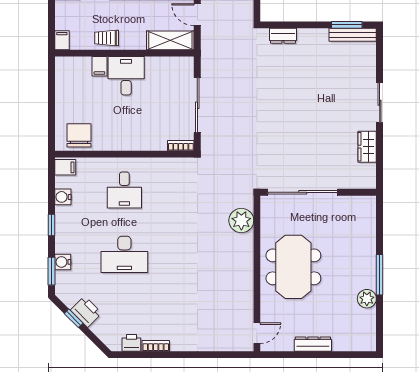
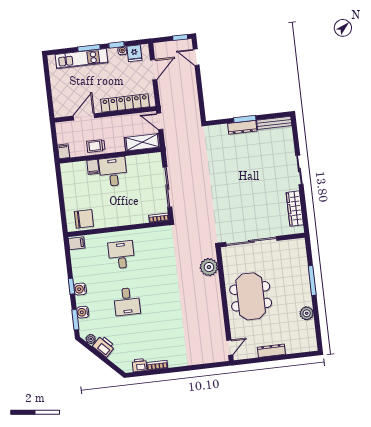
window: (347, 25) -> (245, 119), moved
dresser: (283, 36) -> (242, 127), moved, width x1.44
chair: (79, 135) -> (84, 219), turned 90
wardrobe: (367, 147) -> (295, 209), width x1.50
desk: (124, 190) -> (121, 255), turned 180
water cooler: (63, 197) -> (80, 289), moved
desk: (124, 254) -> (127, 301), width x0.73
window: (380, 275) -> (312, 280), moved
plant: (69, 300) -> (91, 339), added
window: (74, 318) -> (95, 352), removed

